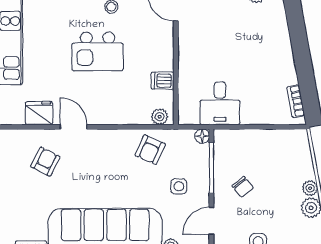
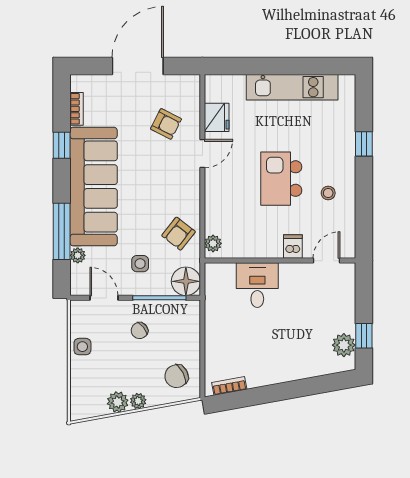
dishwasher: (163, 81) -> (293, 247), moved
desk: (220, 103) -> (257, 285), moved, turned 90
floor lamp: (202, 136) -> (186, 281), width x1.89, depth x1.89
armchair: (150, 150) -> (179, 234), turned -76
chair: (286, 152) -> (177, 376), added

